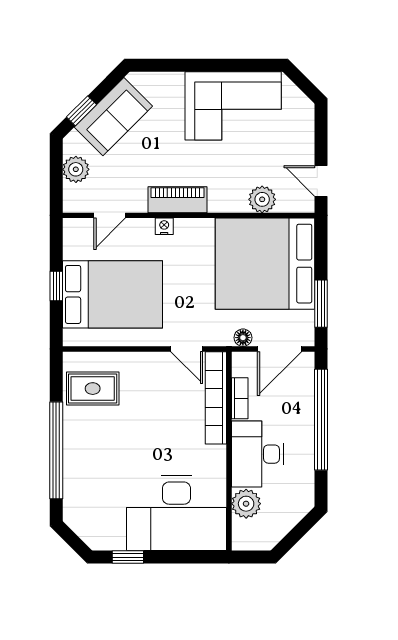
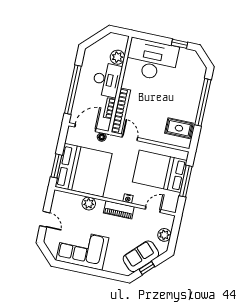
window: (81, 111) -> (147, 268), moved
door: (321, 181) -> (45, 219), moved
plant: (262, 199) -> (89, 204), moved
window: (56, 286) -> (186, 181), width x2.17
window: (321, 304) -> (56, 166), moved

